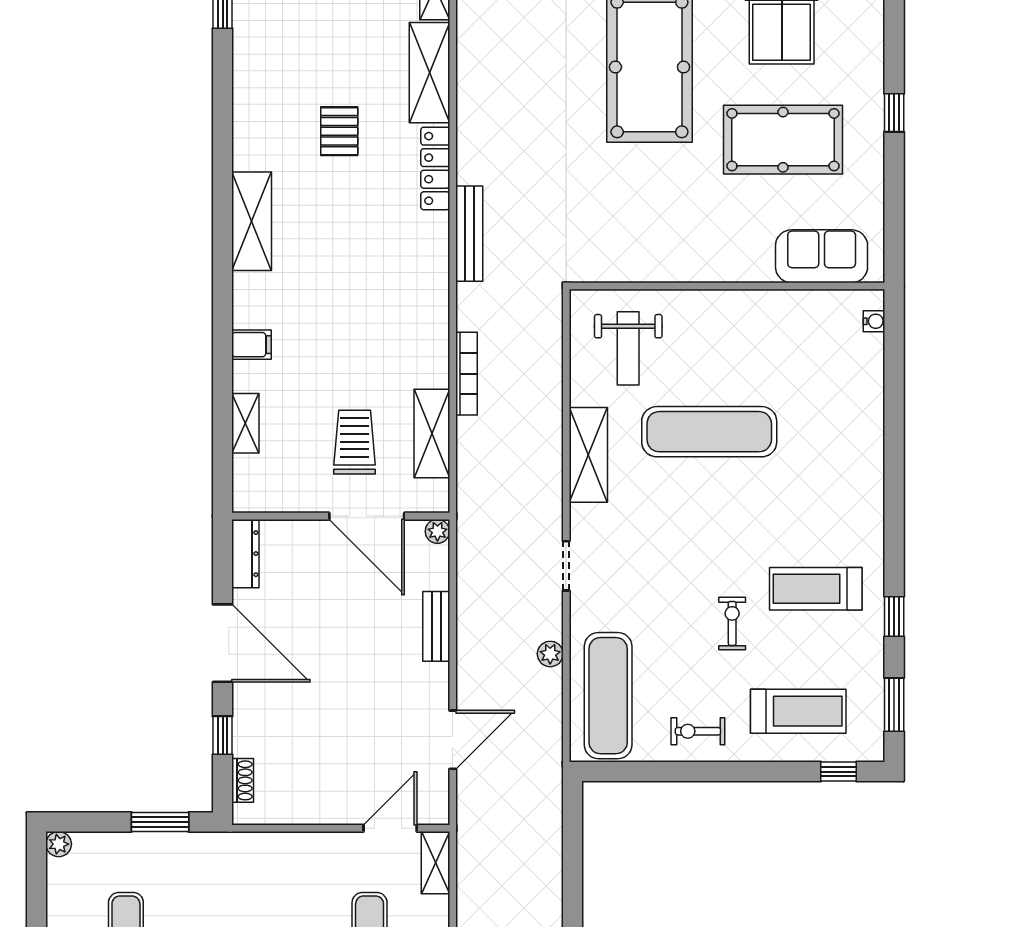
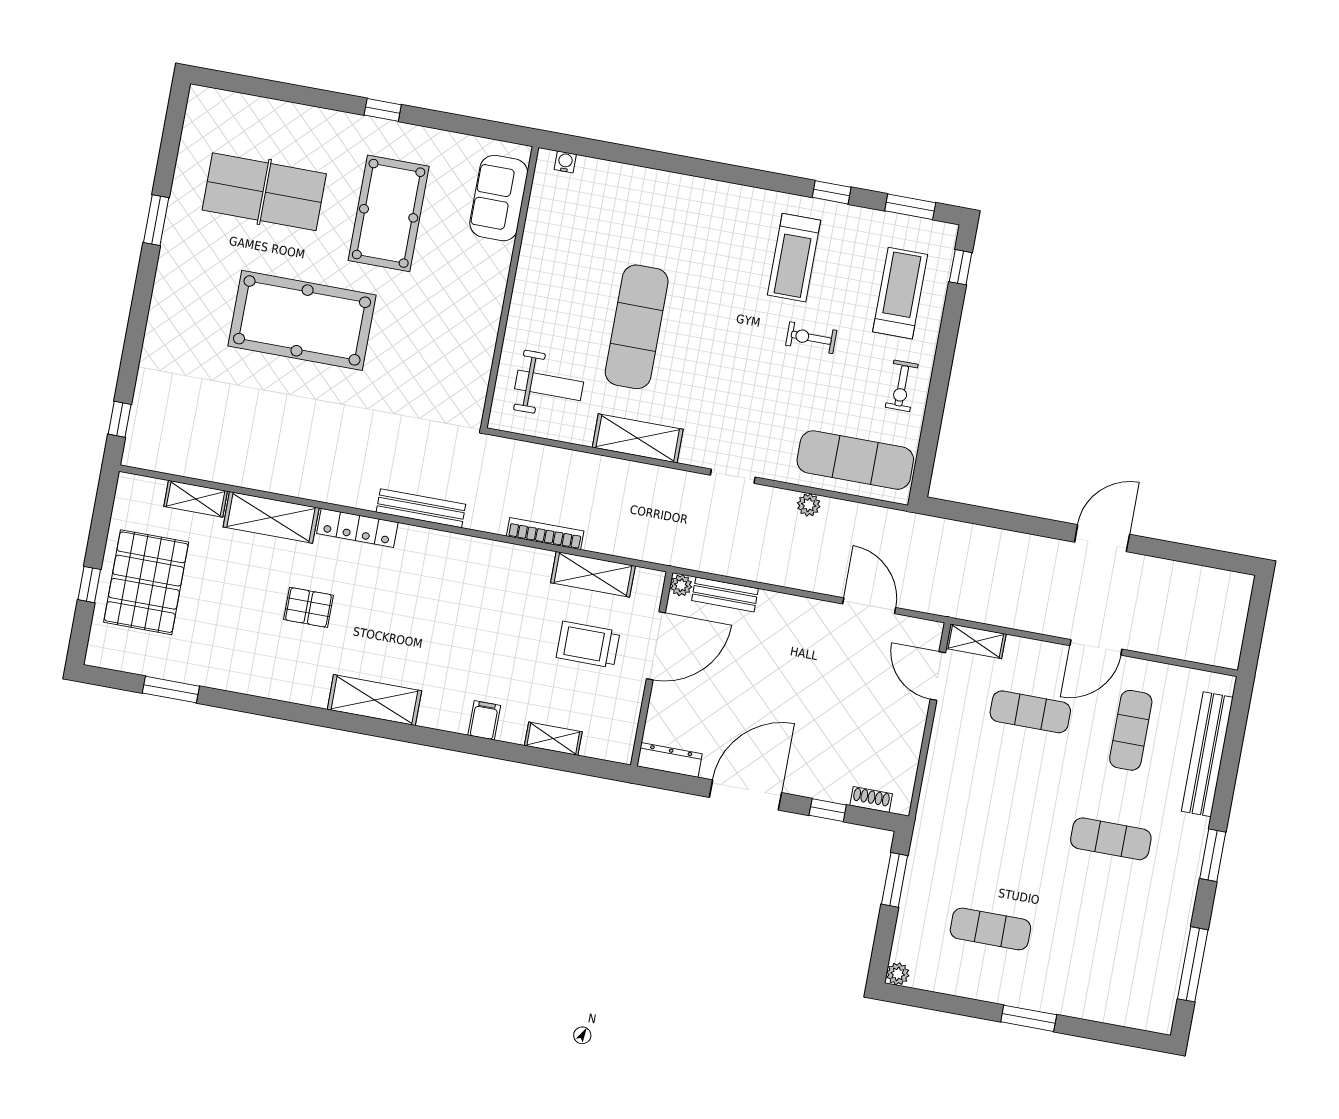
bench: (436, 626) -> (725, 594), moved

